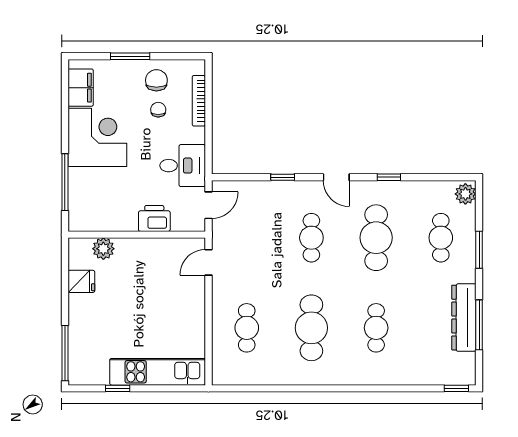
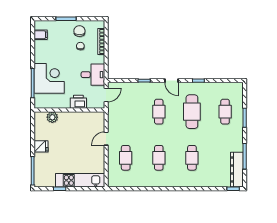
filing cabinet: (81, 88) -> (41, 35), width x0.50
corner desk: (97, 137) -> (49, 78), moved
plant: (465, 194) -> (238, 89), removed
door: (208, 262) -> (106, 139), moved
fridge: (81, 281) -> (41, 146), moved
dresser: (464, 318) -> (237, 170), moved
cafe table: (311, 328) -> (159, 158), width x0.73, depth x0.74

